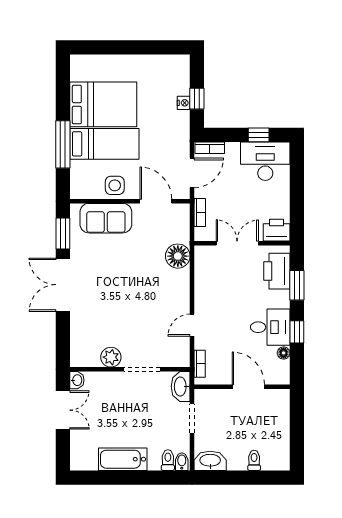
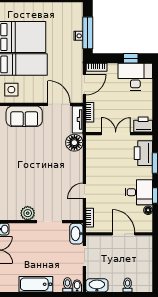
window: (197, 99) -> (88, 33), width x2.17
side table: (115, 185) -> (11, 90), moved
tv unit: (182, 223) -> (78, 120), added

